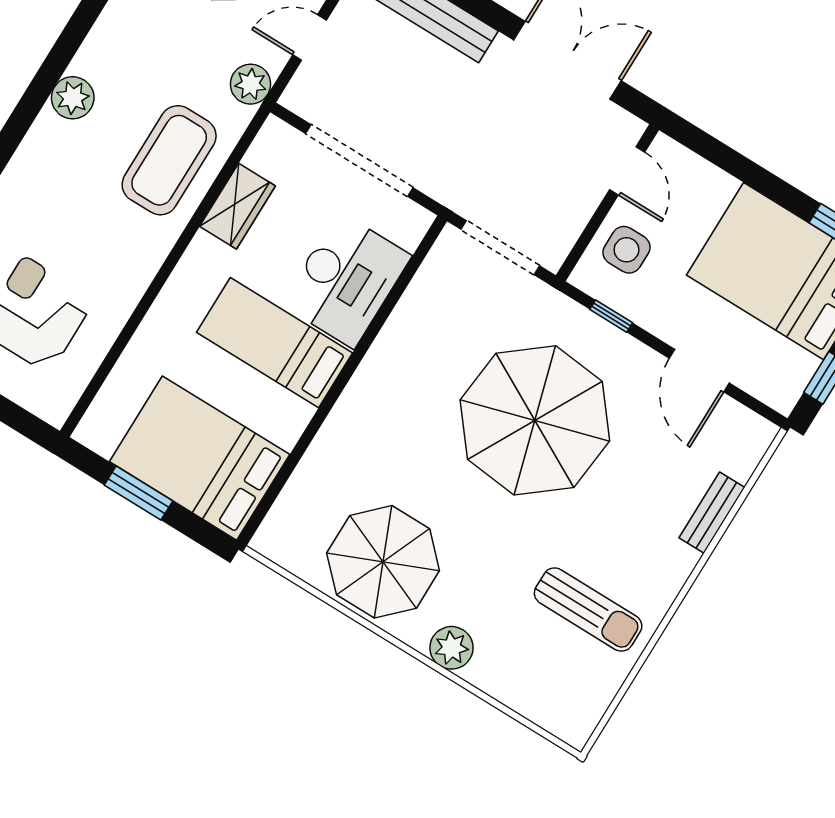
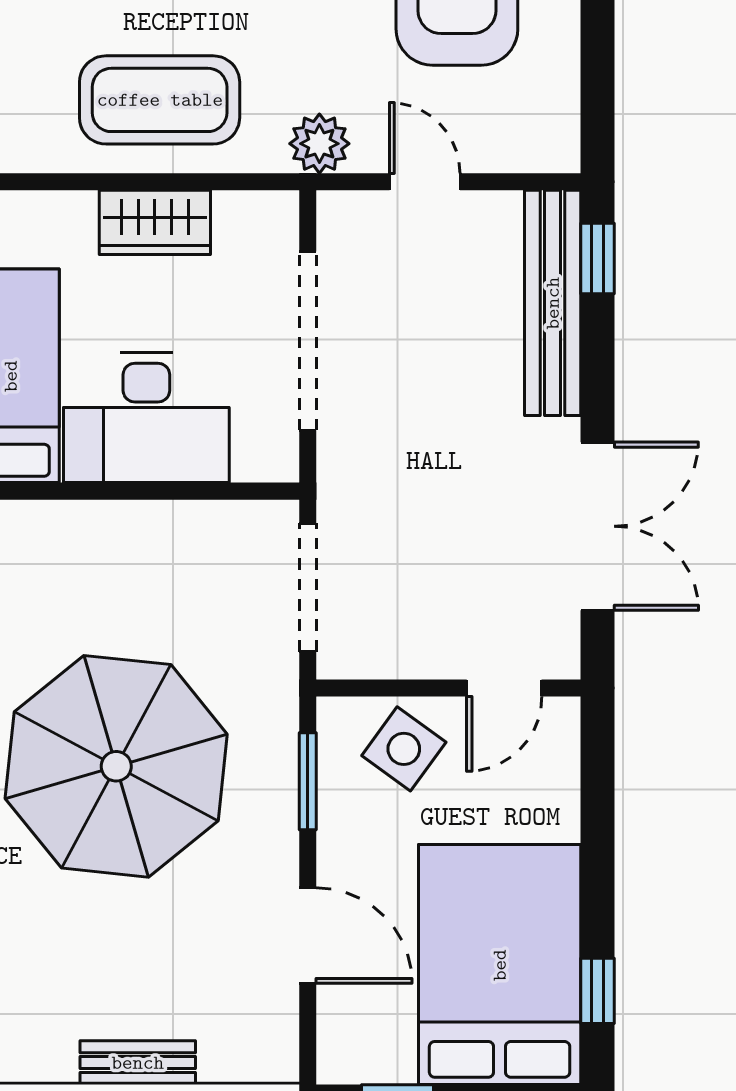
side table: (626, 250) -> (404, 749), turned 36
window: (611, 316) -> (308, 781), width x1.50
door: (699, 371) -> (308, 936), swing flipped

